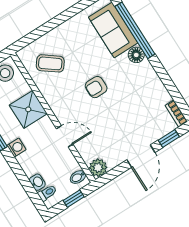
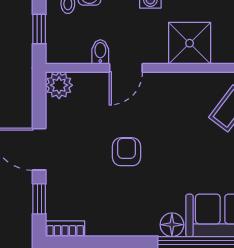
armchair: (96, 87) -> (126, 152), moved
bidet: (78, 177) -> (100, 52), moved

